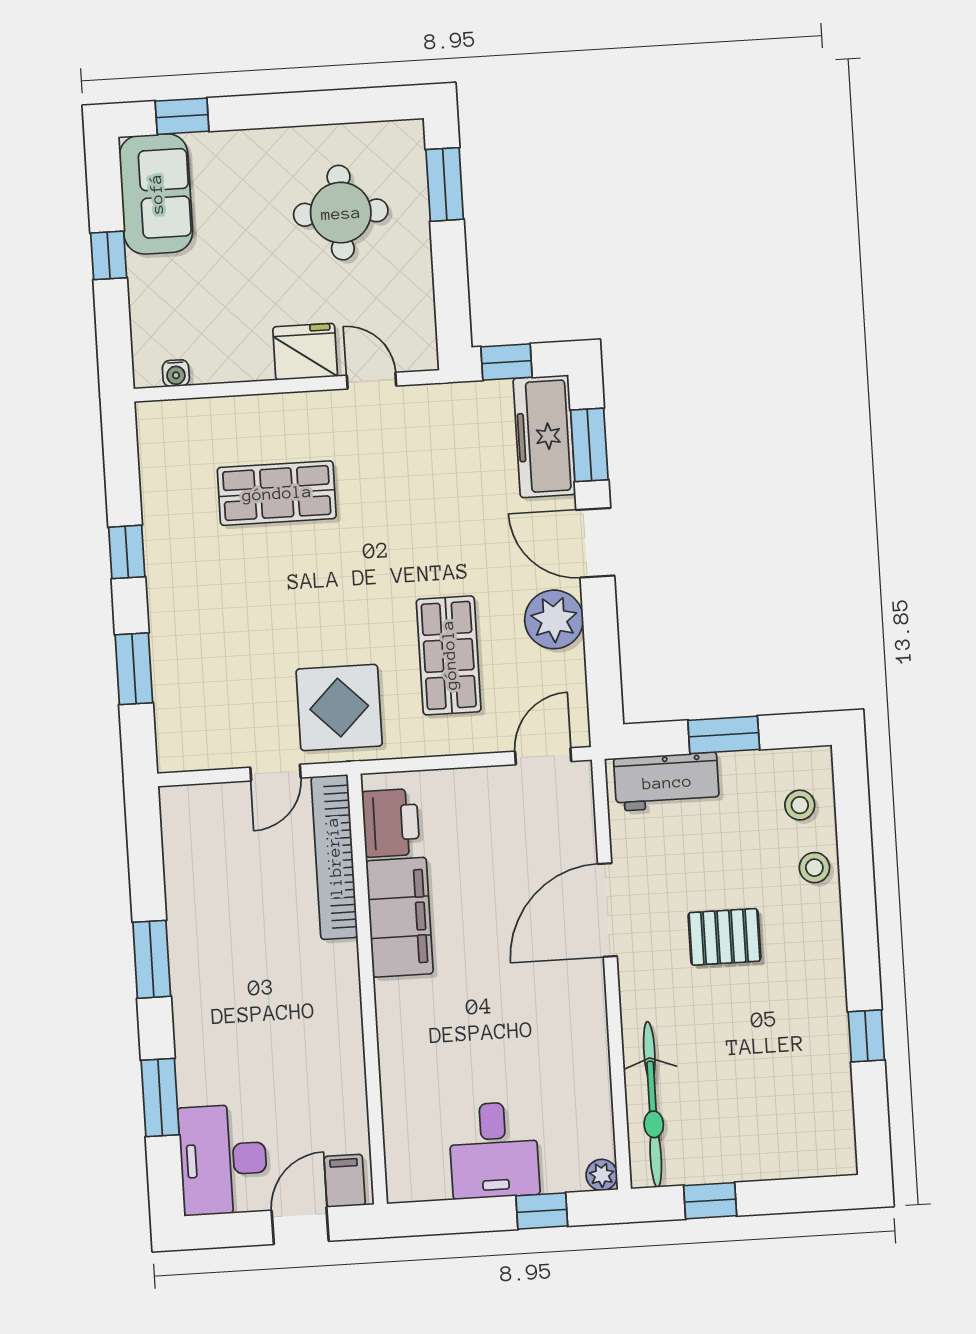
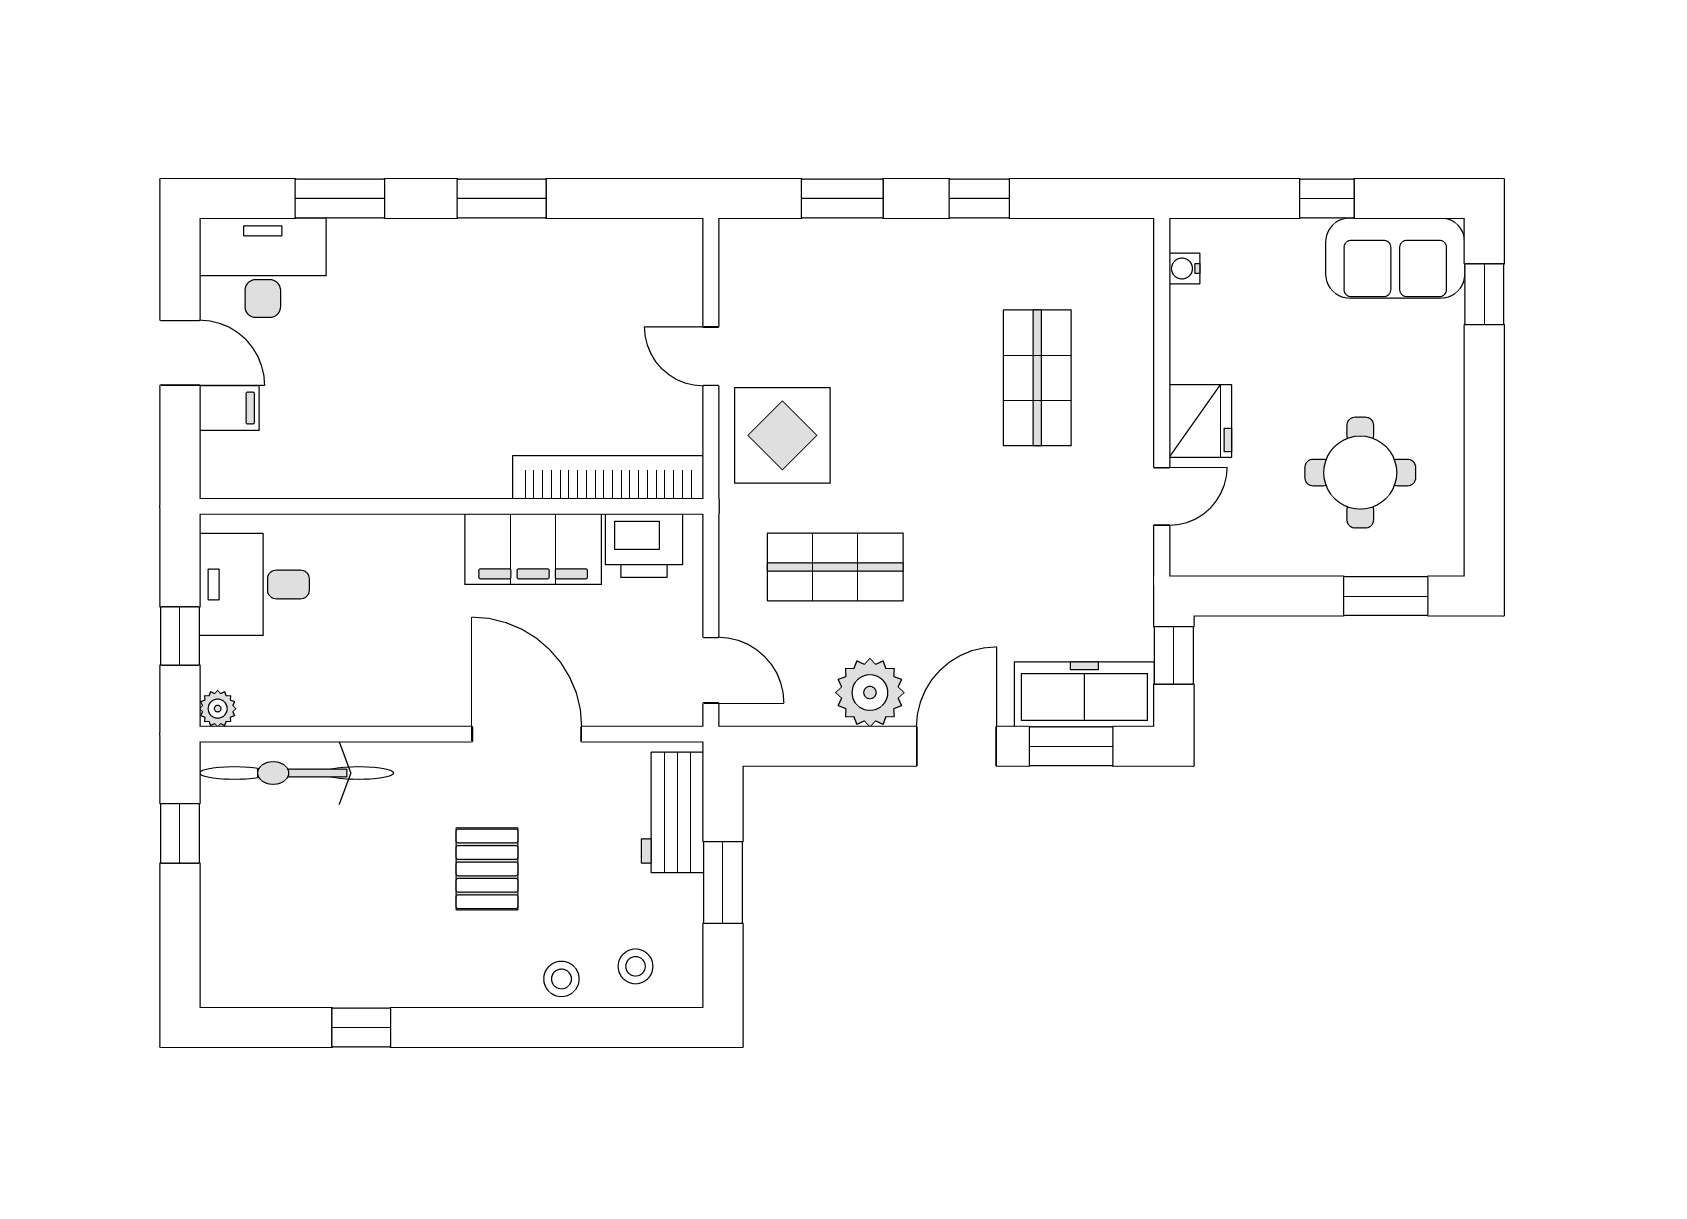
printer: (391, 823) -> (644, 546), moved
bookcase: (334, 857) -> (608, 477), moved
filing cabinet: (399, 917) -> (533, 549), moved
wall: (367, 989) -> (451, 506), moved

